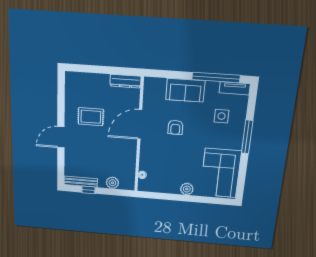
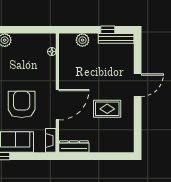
fireplace: (149, 89) -> (51, 140), added
armchair: (175, 127) -> (22, 104), width x1.88, depth x1.88

